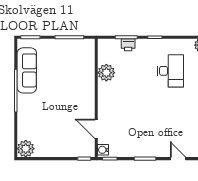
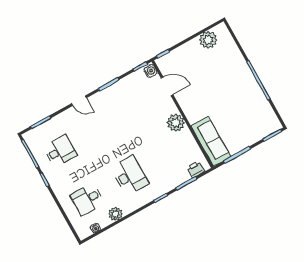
printer: (128, 45) -> (195, 170), moved
sofa: (27, 70) -> (211, 141), moved, turned 180
desk: (170, 71) -> (130, 176), turned 180
plant: (106, 73) -> (176, 123), moved
plant: (26, 149) -> (208, 40), moved

